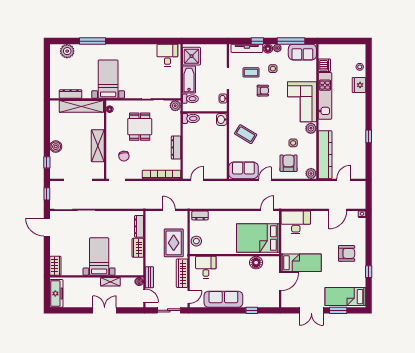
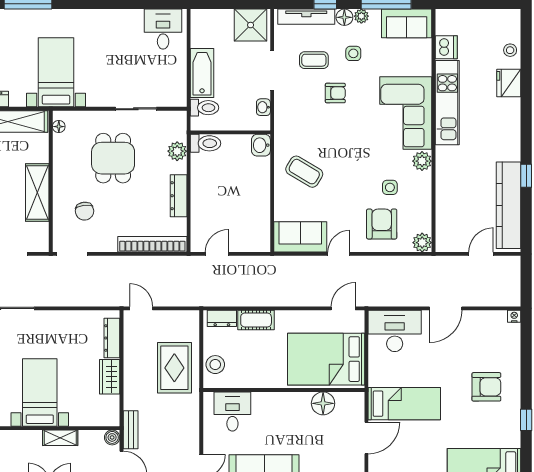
shower: (191, 56) -> (251, 25), moved
plant: (175, 106) -> (177, 151), moved
kitchen counter: (325, 155) -> (508, 205), moved, turned 180
door: (169, 210) -> (141, 308), moved
door: (338, 210) -> (446, 308), moved
cot: (219, 216) -> (256, 320), added
wardrobe: (182, 273) -> (189, 422), removed

